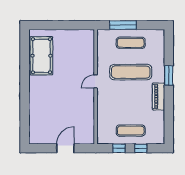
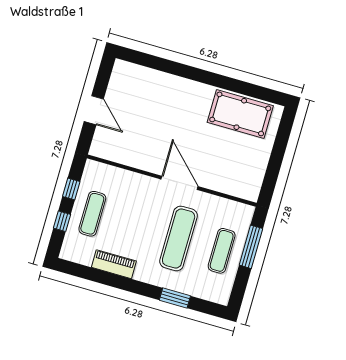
window: (169, 75) -> (175, 298), moved
door: (96, 81) -> (179, 183), width x1.87
piano: (158, 96) -> (114, 264), moved

